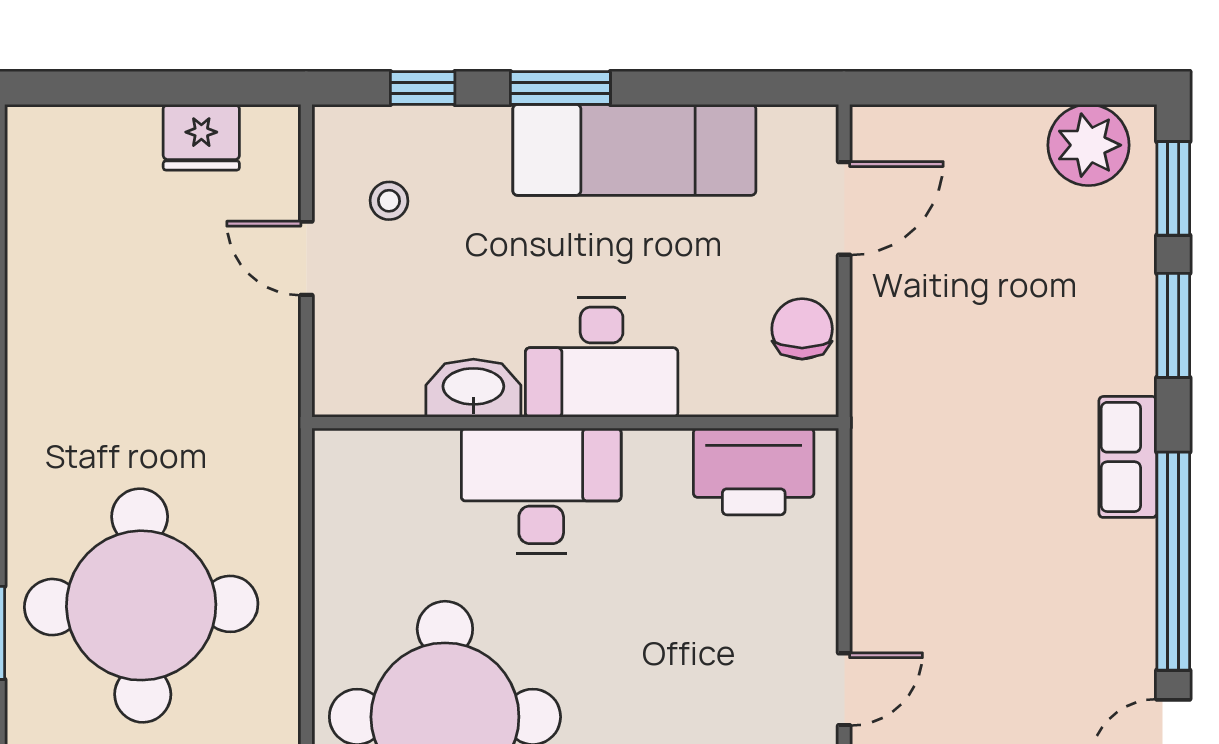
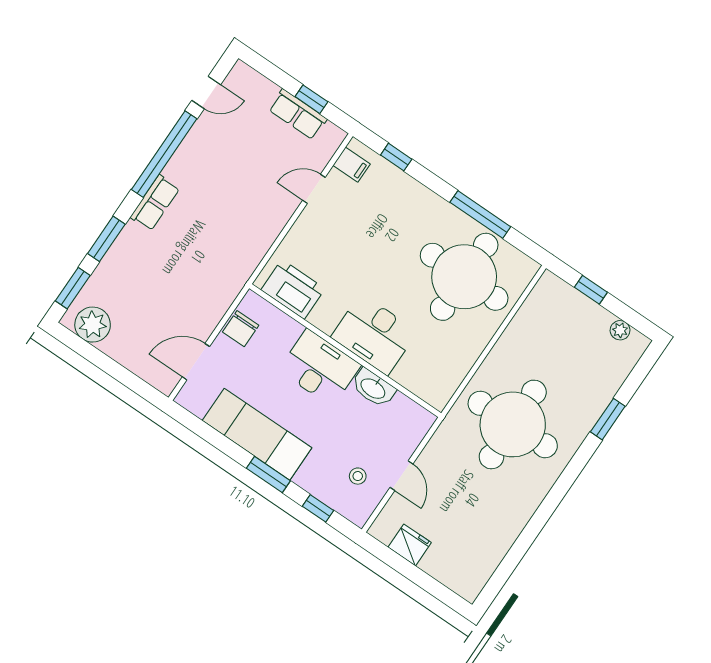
round table: (141, 605) -> (513, 424), moved

